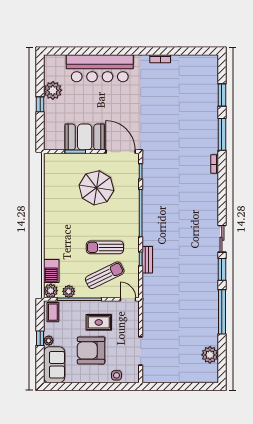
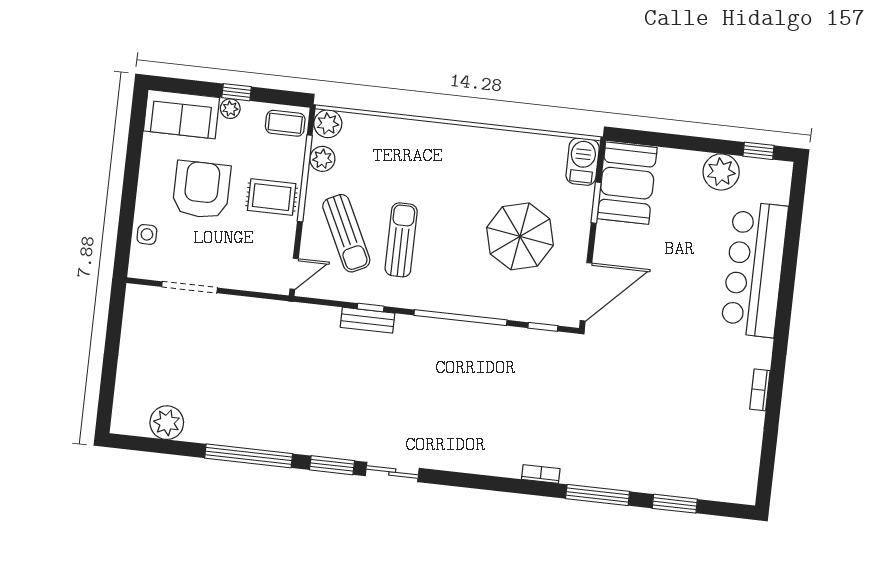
window: (40, 104) -> (758, 151), moved
booth: (85, 137) -> (627, 183), moved
barbecue: (51, 271) -> (583, 162), moved, turned 90
rug: (99, 322) -> (272, 197), moved, turned 90

